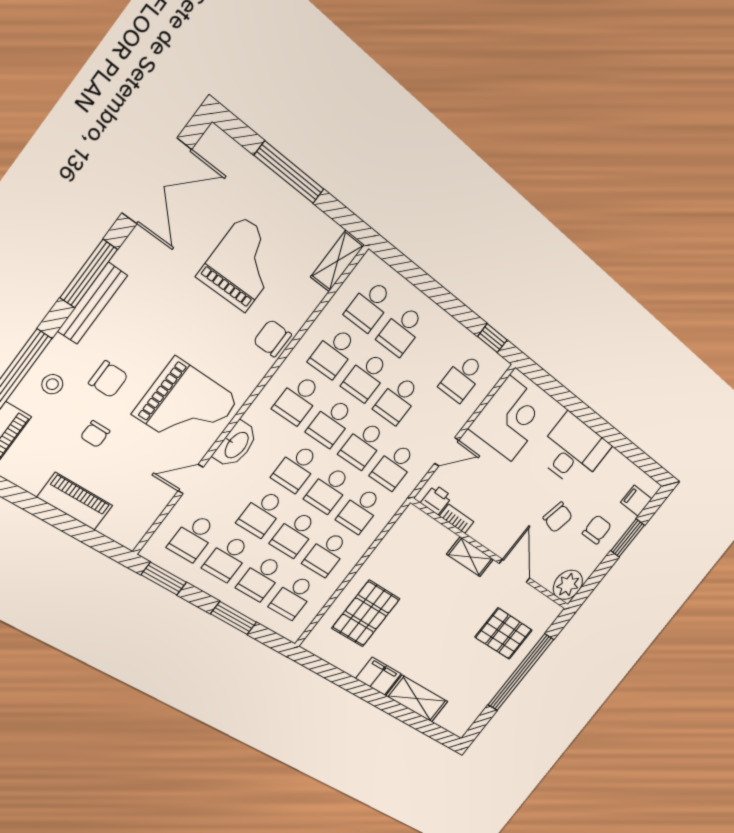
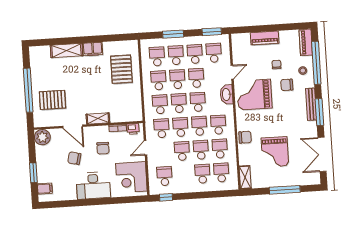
chair: (597, 530) -> (103, 148), moved

